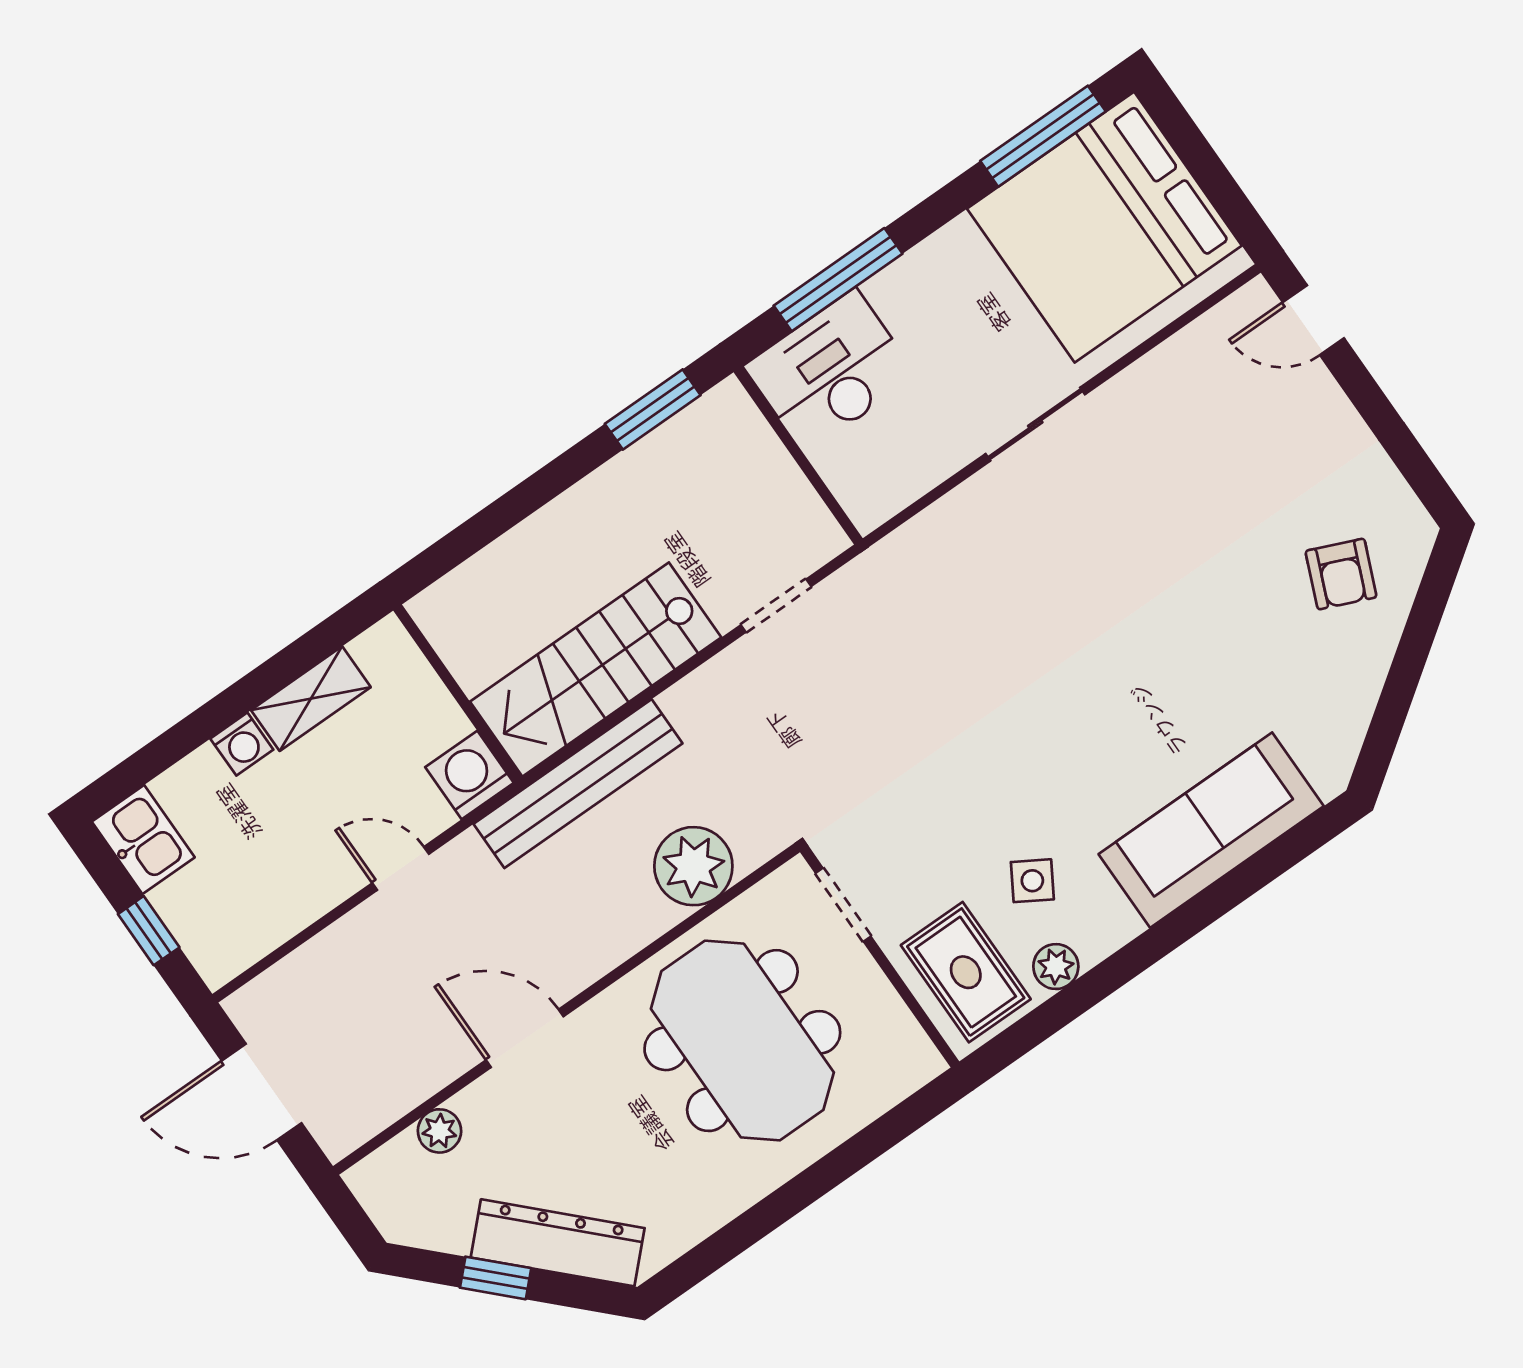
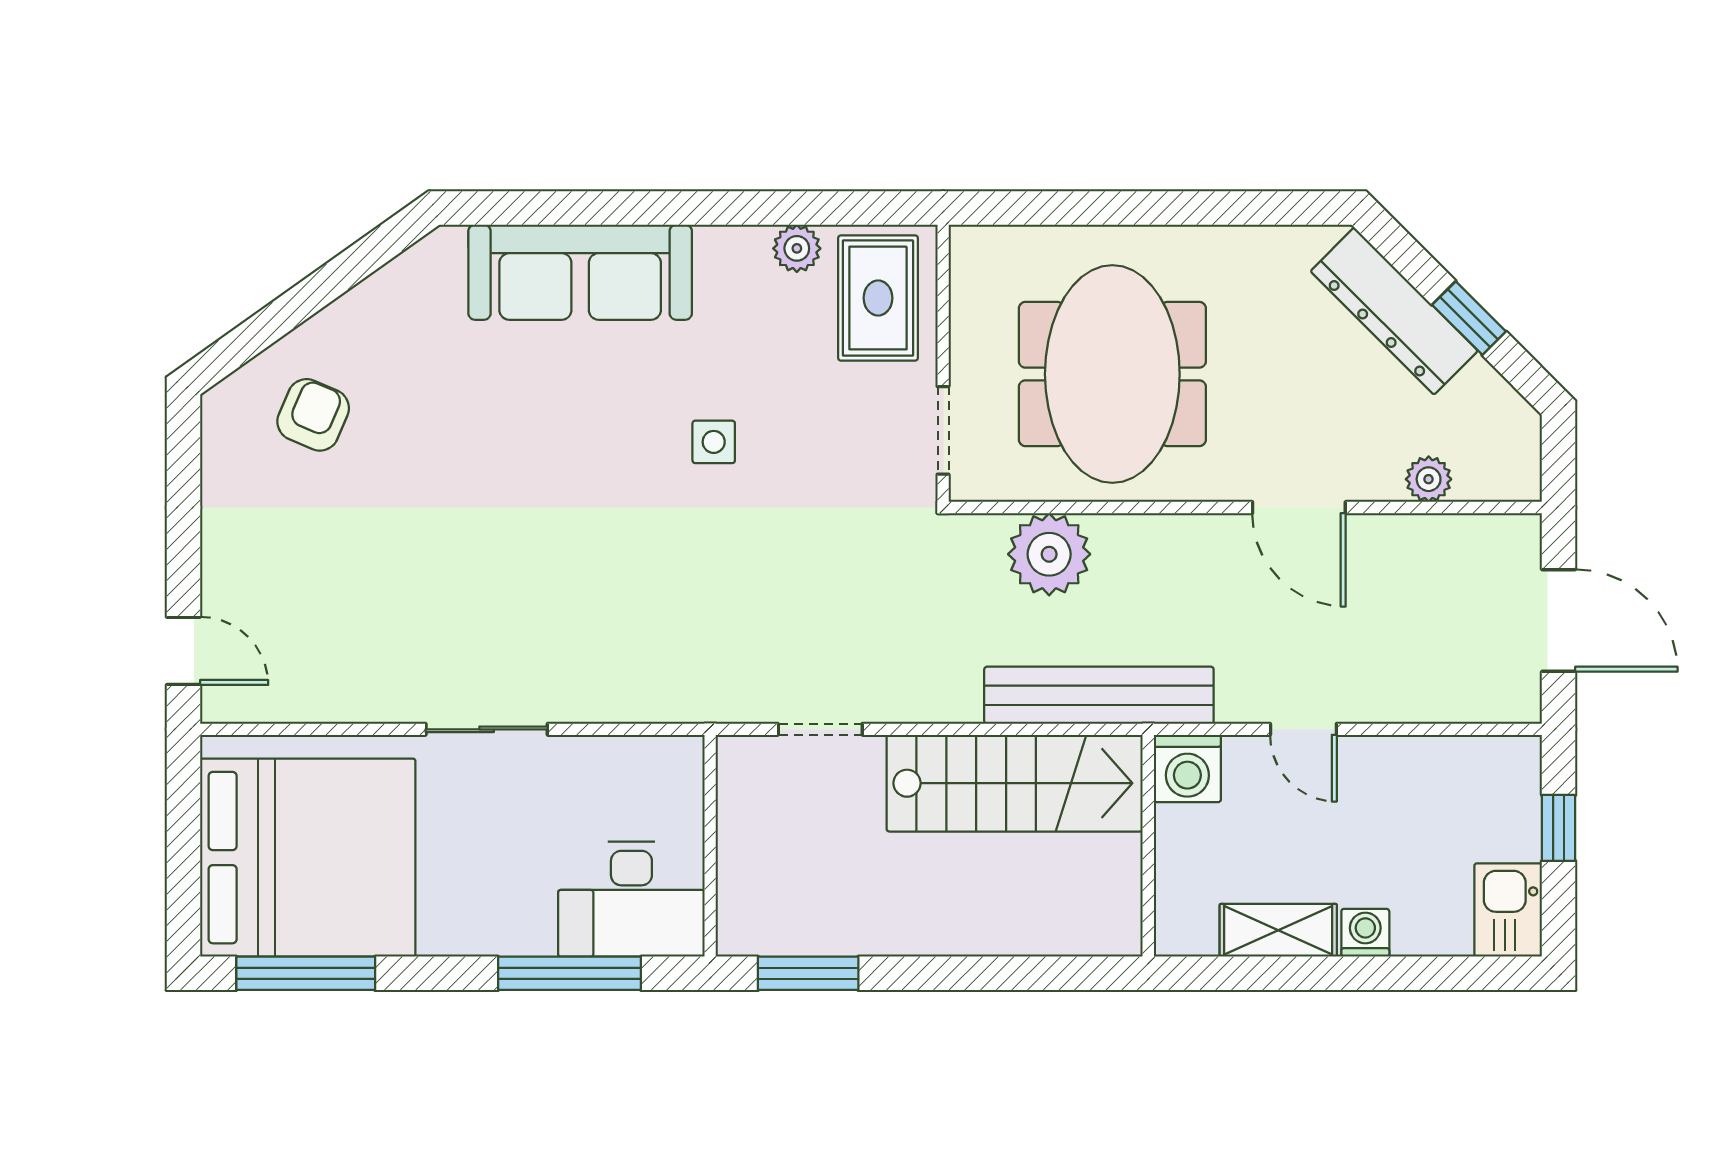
side table: (1032, 881) -> (714, 442), moved, turned -31

